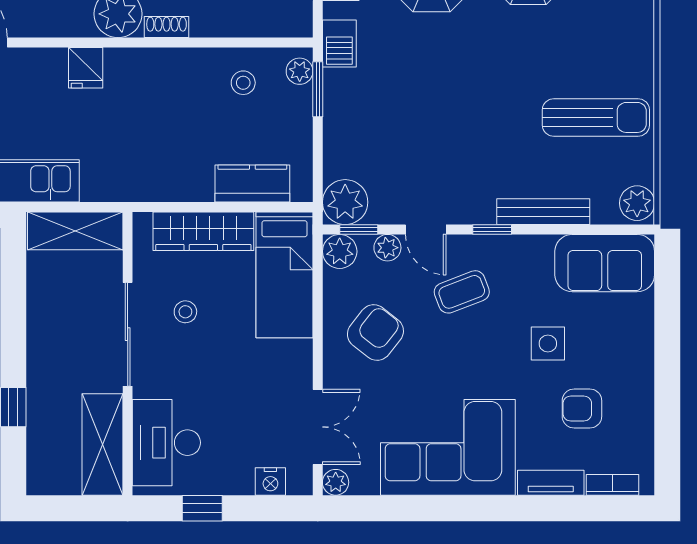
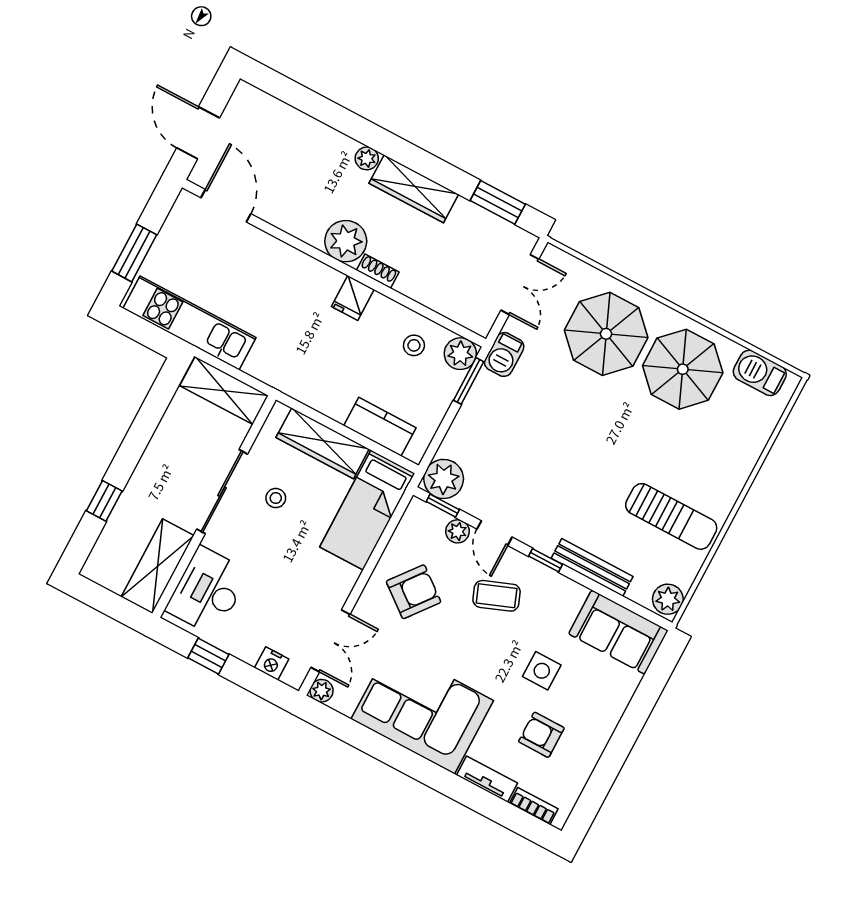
fridge: (86, 68) -> (353, 298), moved
plant: (300, 71) -> (460, 354), width x1.38, depth x1.38
plant: (340, 251) -> (419, 515), removed

